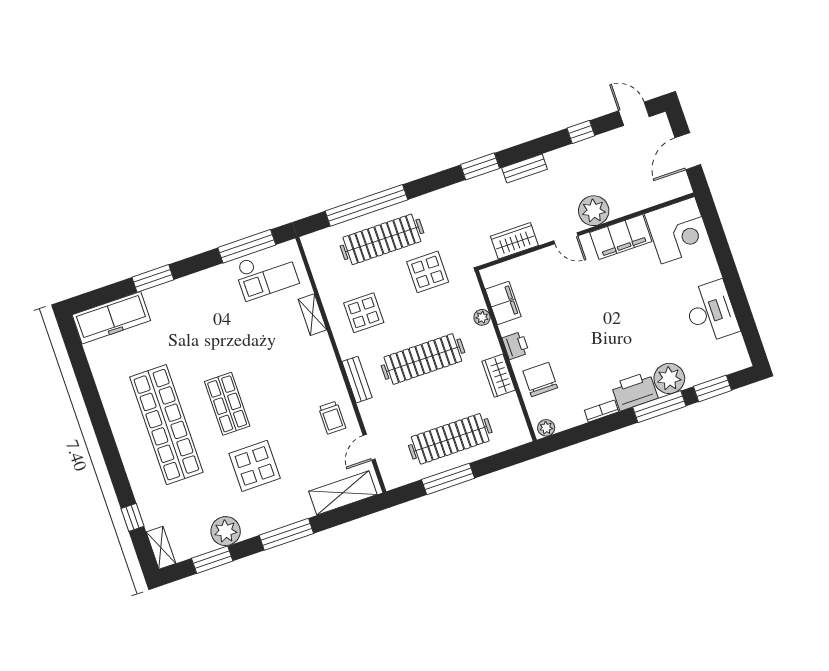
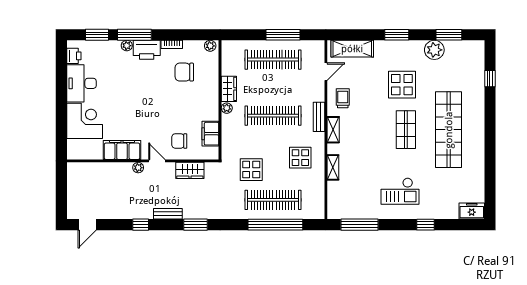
door: (634, 114) -> (87, 225), hinge flipped
window: (581, 132) -> (141, 225), moved
door: (688, 151) -> (61, 189), removed
plant: (594, 211) -> (138, 168), width x0.53, depth x0.53
corner desk: (678, 230) -> (85, 121), moved, turned 90
checkout: (266, 274) -> (400, 191), moved, turned 180
chair: (544, 277) -> (179, 141), added
window: (153, 278) -> (426, 225), width x0.67
plant: (482, 317) -> (227, 108), moved
freezer: (111, 318) -> (472, 211), width x0.52, depth x0.79
printer: (516, 346) -> (74, 56), moved, turned 180
plant: (669, 378) -> (127, 46), width x0.53, depth x0.53
chair: (540, 379) -> (184, 72), moved, turned 90
window: (286, 534) -> (397, 35), width x0.69
shelving: (161, 548) -> (333, 130), moved

